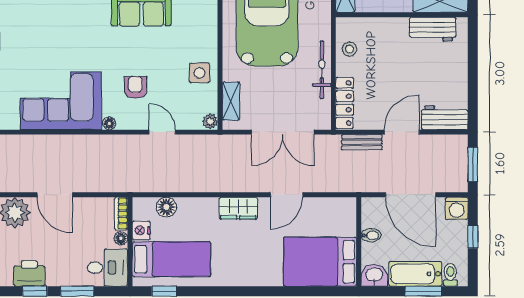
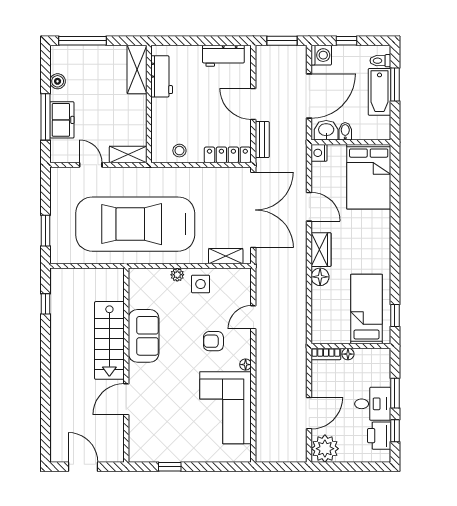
bicycle: (322, 70) -> (198, 175), removed
workbench: (445, 118) -> (223, 56), moved, turned -90
plant: (210, 121) -> (177, 275), moved
double door: (283, 132) -> (253, 210), width x1.36
floor lamp: (166, 207) -> (320, 277), moved
nightstand: (141, 230) -> (319, 153), moved, turned 90
desk: (108, 268) -> (373, 404), moved, turned 90
washbasin: (374, 275) -> (326, 130), moved, turned 90

